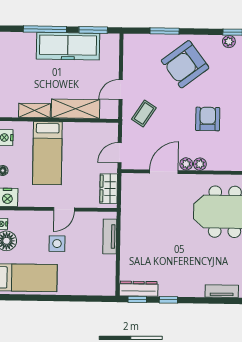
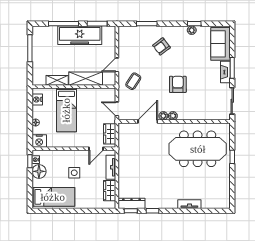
armchair: (185, 64) -> (161, 46), width x0.53, depth x0.53
door: (120, 153) -> (117, 109), hinge flipped
door: (64, 209) -> (96, 149), moved
wardrobe: (107, 270) -> (110, 191), added

